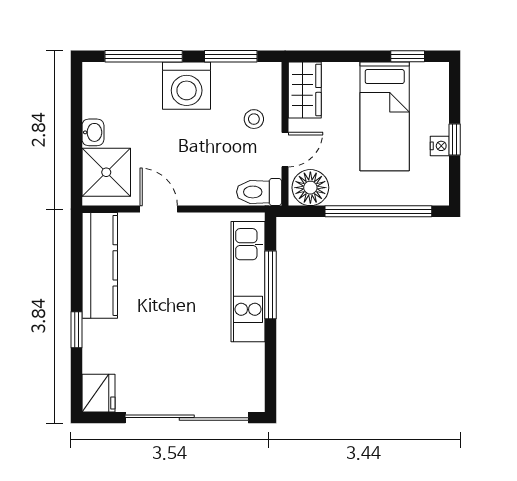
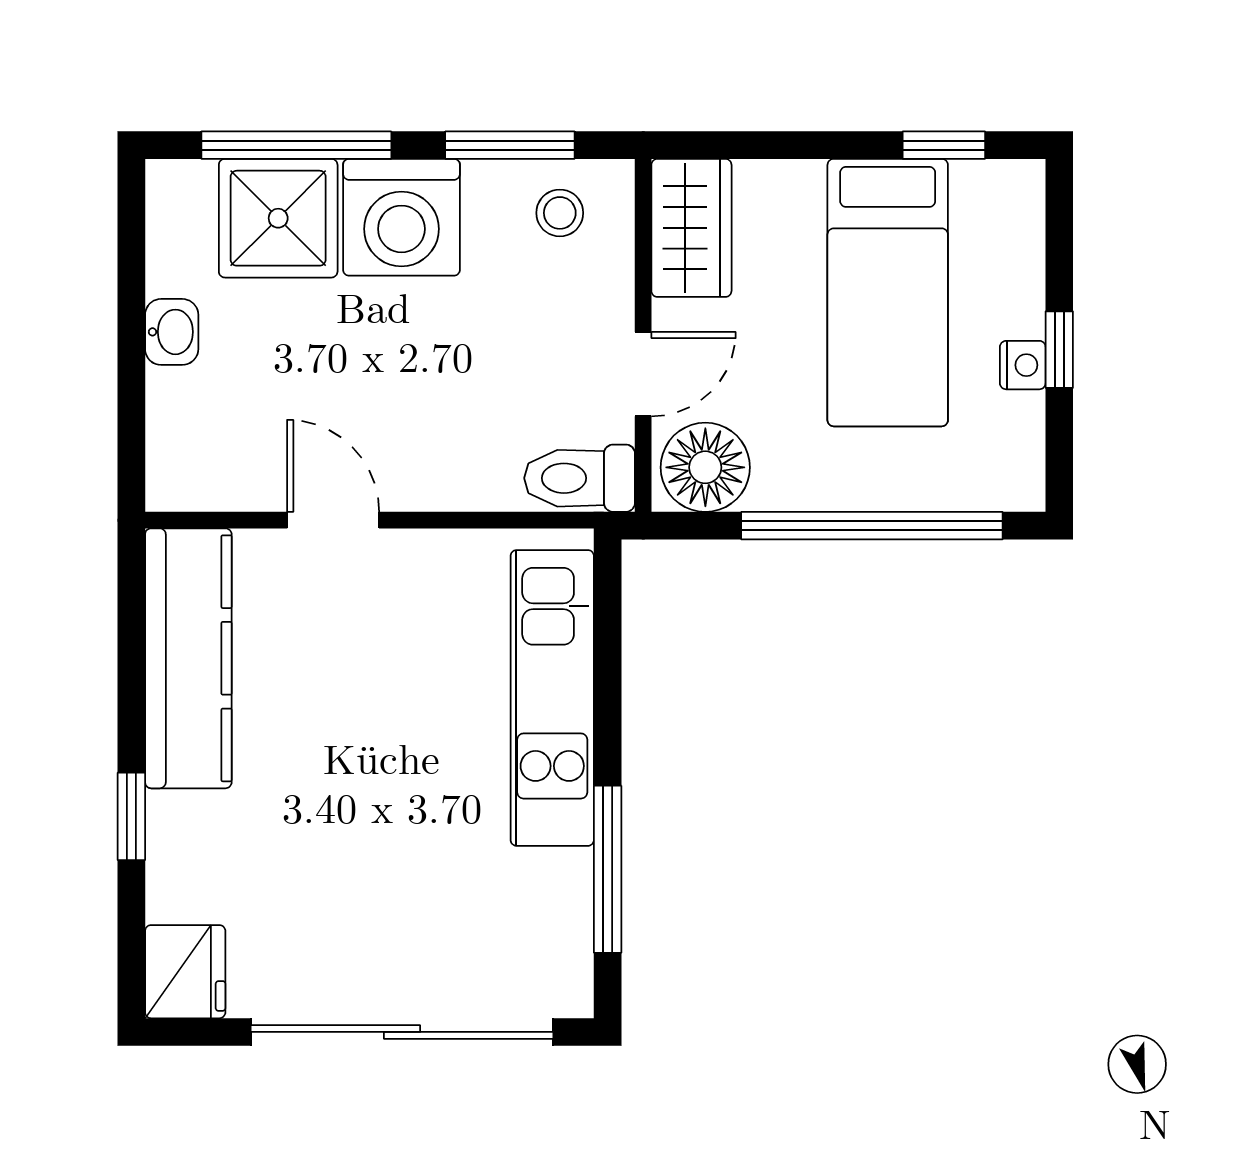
stool: (254, 119) -> (560, 213), moved
shower: (106, 172) -> (278, 218), moved
window: (271, 285) -> (608, 869), moved

